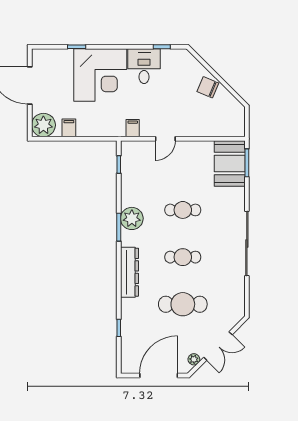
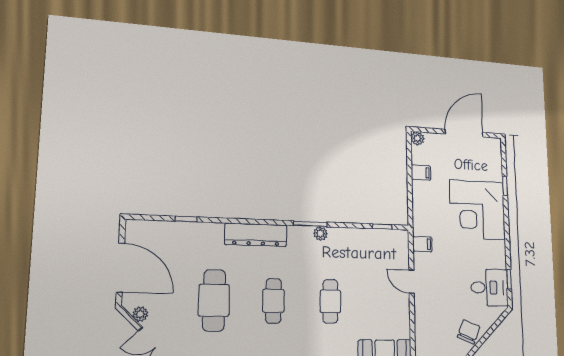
desk: (144, 66) -> (489, 288), moved
plant: (43, 125) -> (417, 138), width x0.53, depth x0.53
plant: (132, 218) -> (320, 233), width x0.53, depth x0.53

